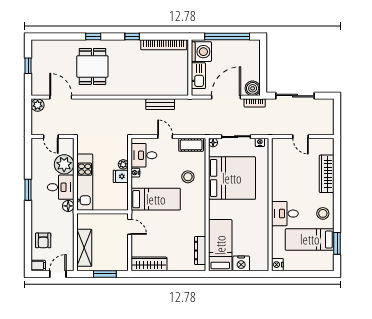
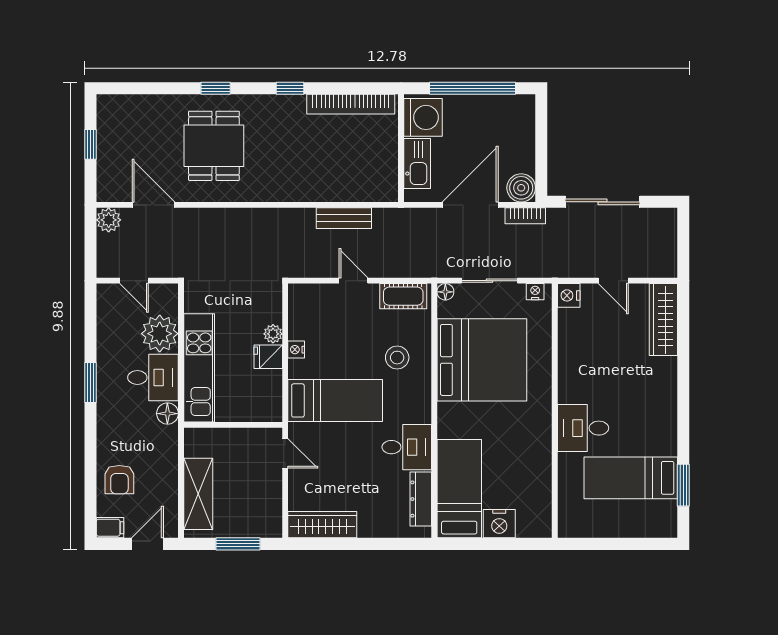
desk: (144, 155) -> (407, 447), moved, turned 180
wardrobe: (327, 174) -> (663, 320), moved
stool: (323, 213) -> (656, 428), removed
nightstand: (277, 265) -> (569, 295), moved

